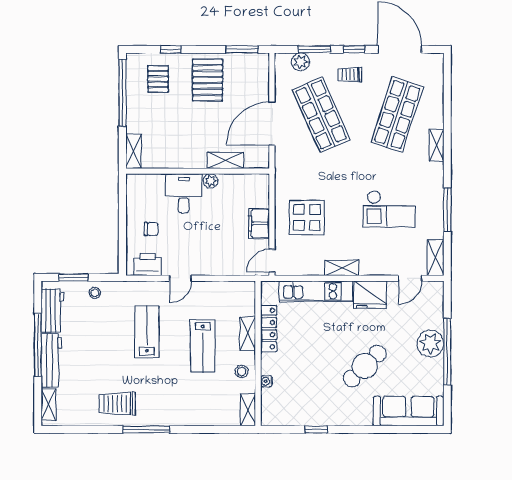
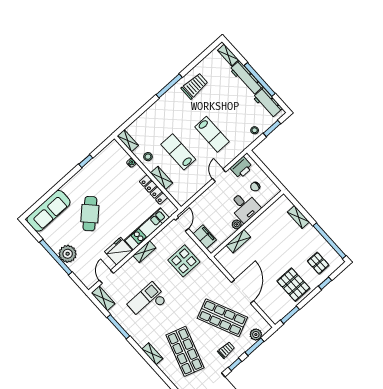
shelving: (226, 160) -> (238, 241), moved
wall: (198, 171) -> (247, 224), moved
plant: (210, 181) -> (237, 224), moved
desk: (184, 193) -> (244, 207), moved

